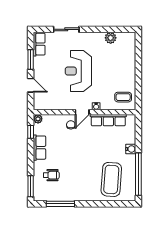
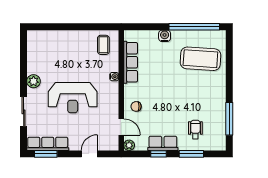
plant: (111, 38) -> (34, 81), moved
row of seats: (39, 44) -> (48, 144), width x1.48
window: (31, 60) -> (46, 154), moved
door: (82, 112) -> (121, 127), moved
window: (31, 132) -> (159, 154), moved
window: (31, 186) -> (191, 154), moved

